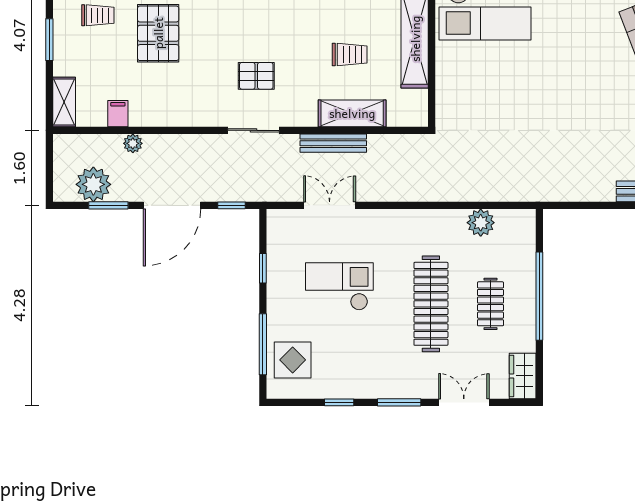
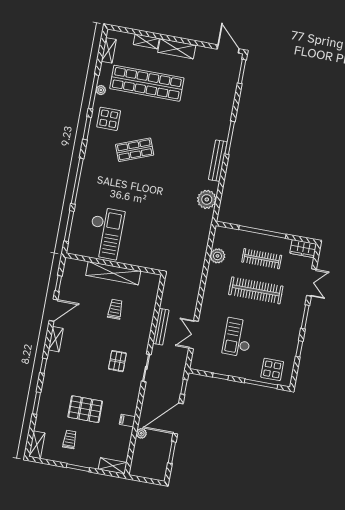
shelving: (352, 113) -> (147, 314), removed
filing cabinet: (118, 114) -> (127, 420), moved
plant: (93, 184) -> (207, 199), moved
door: (172, 205) -> (178, 419), swing flipped
clothes rail: (490, 304) -> (262, 259), width x1.36
double door: (464, 402) -> (311, 282), swing flipped

